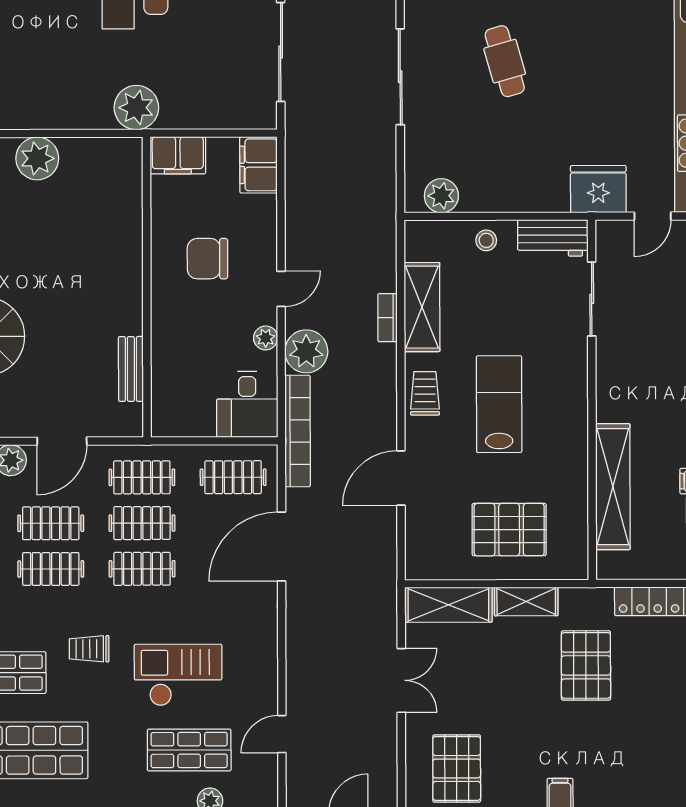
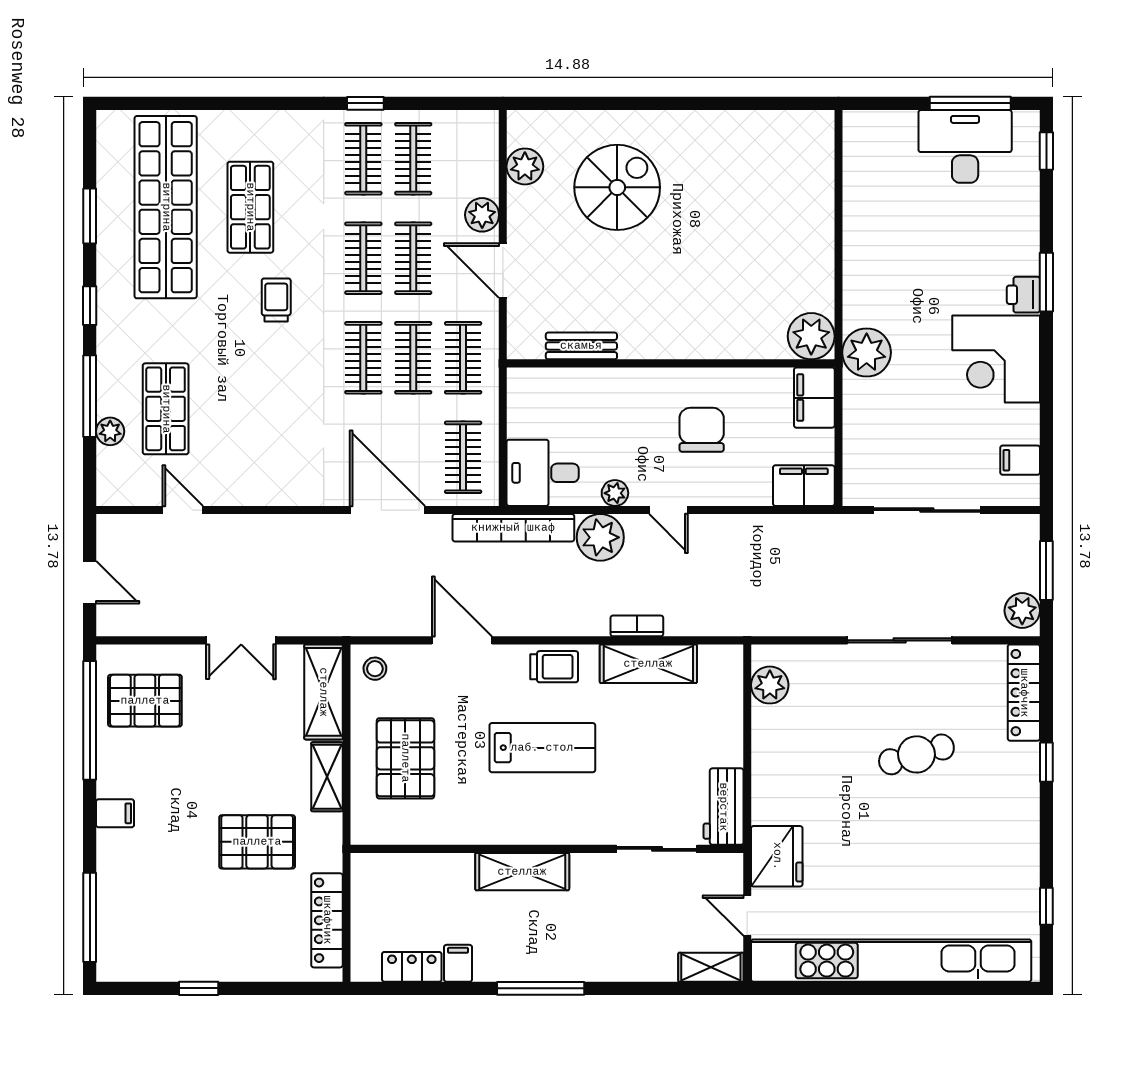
plant: (37, 158) -> (811, 336), moved
stool: (486, 240) -> (375, 669), moved
shelving: (613, 487) -> (522, 872), moved, width x0.68
checkout: (178, 675) -> (247, 397), removed

